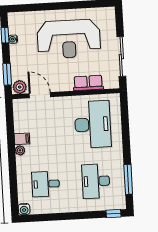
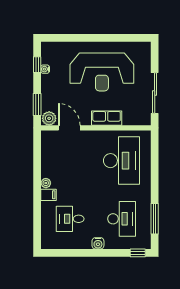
row of seats: (88, 83) -> (107, 118), moved
filing cabinet: (22, 139) -> (48, 195), moved
desk: (96, 181) -> (122, 219), turned 180
water cooler: (24, 209) -> (98, 243), moved

